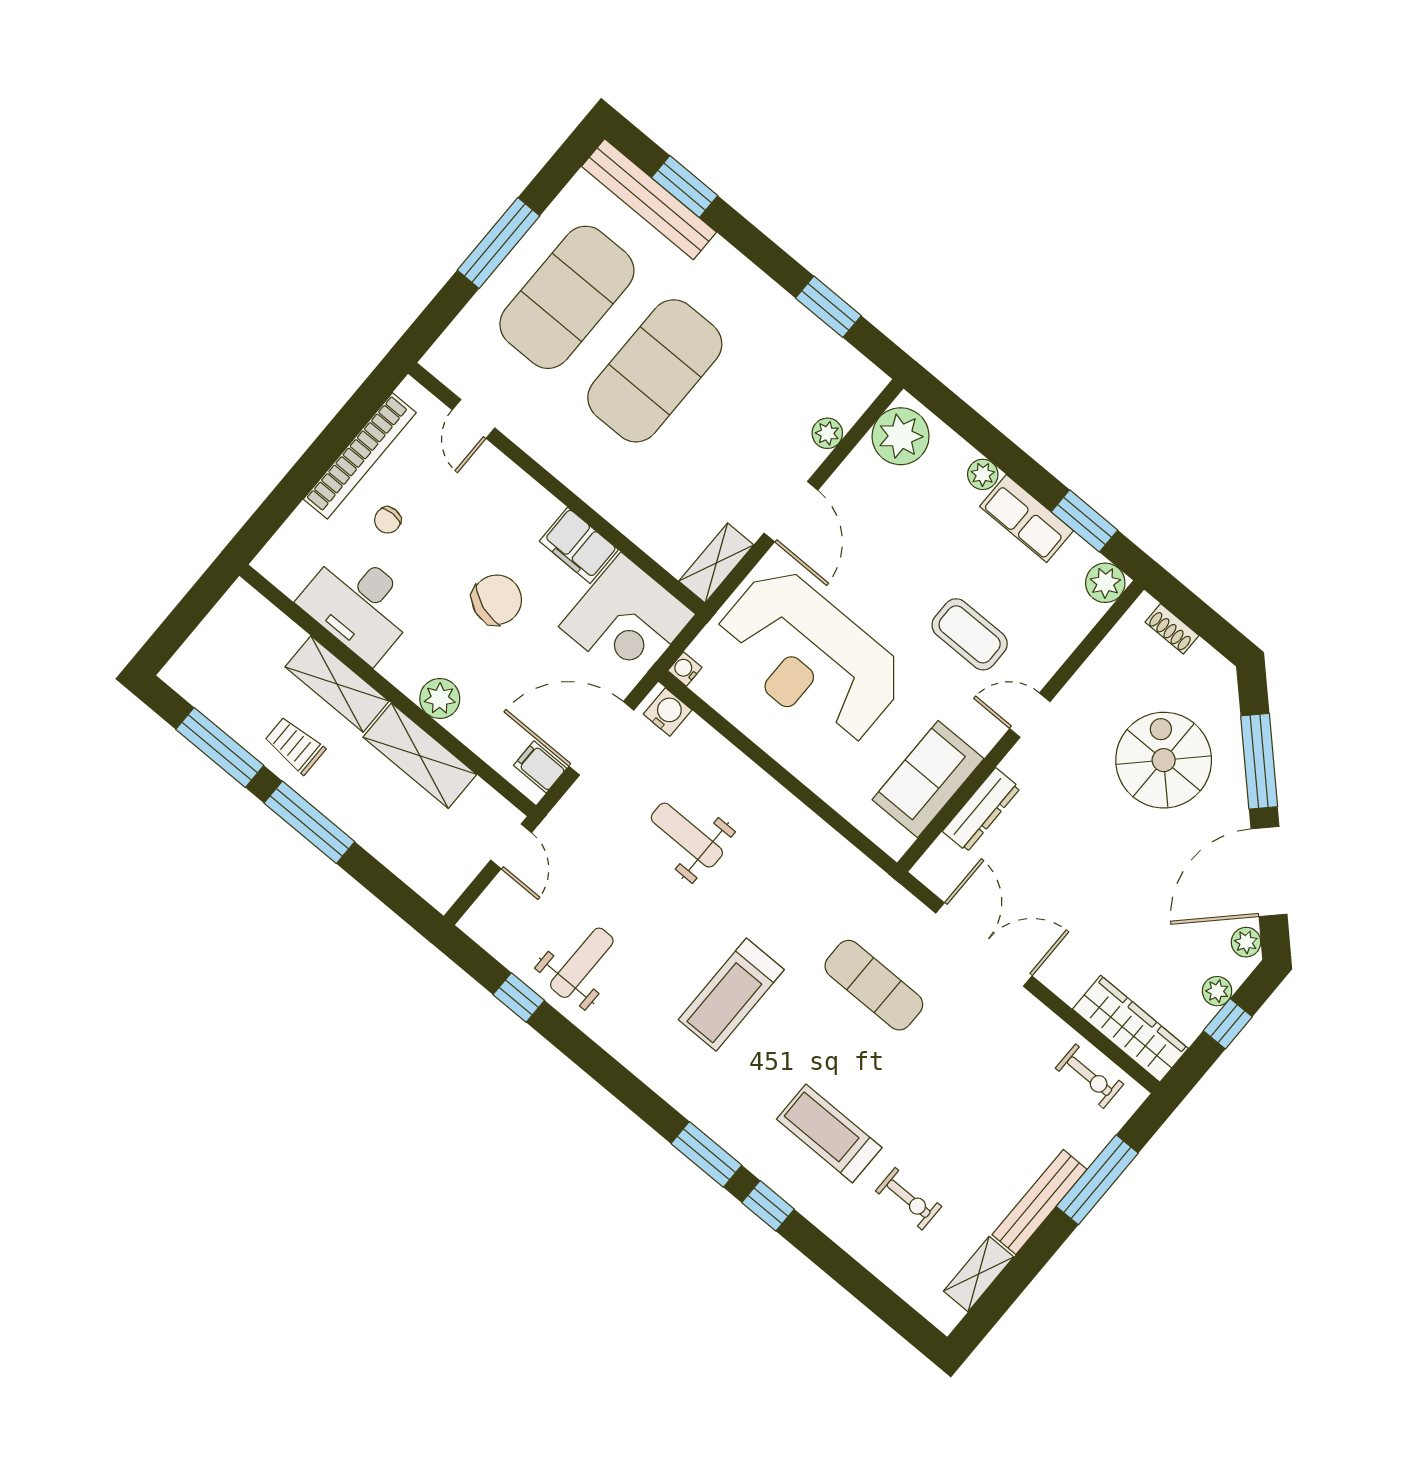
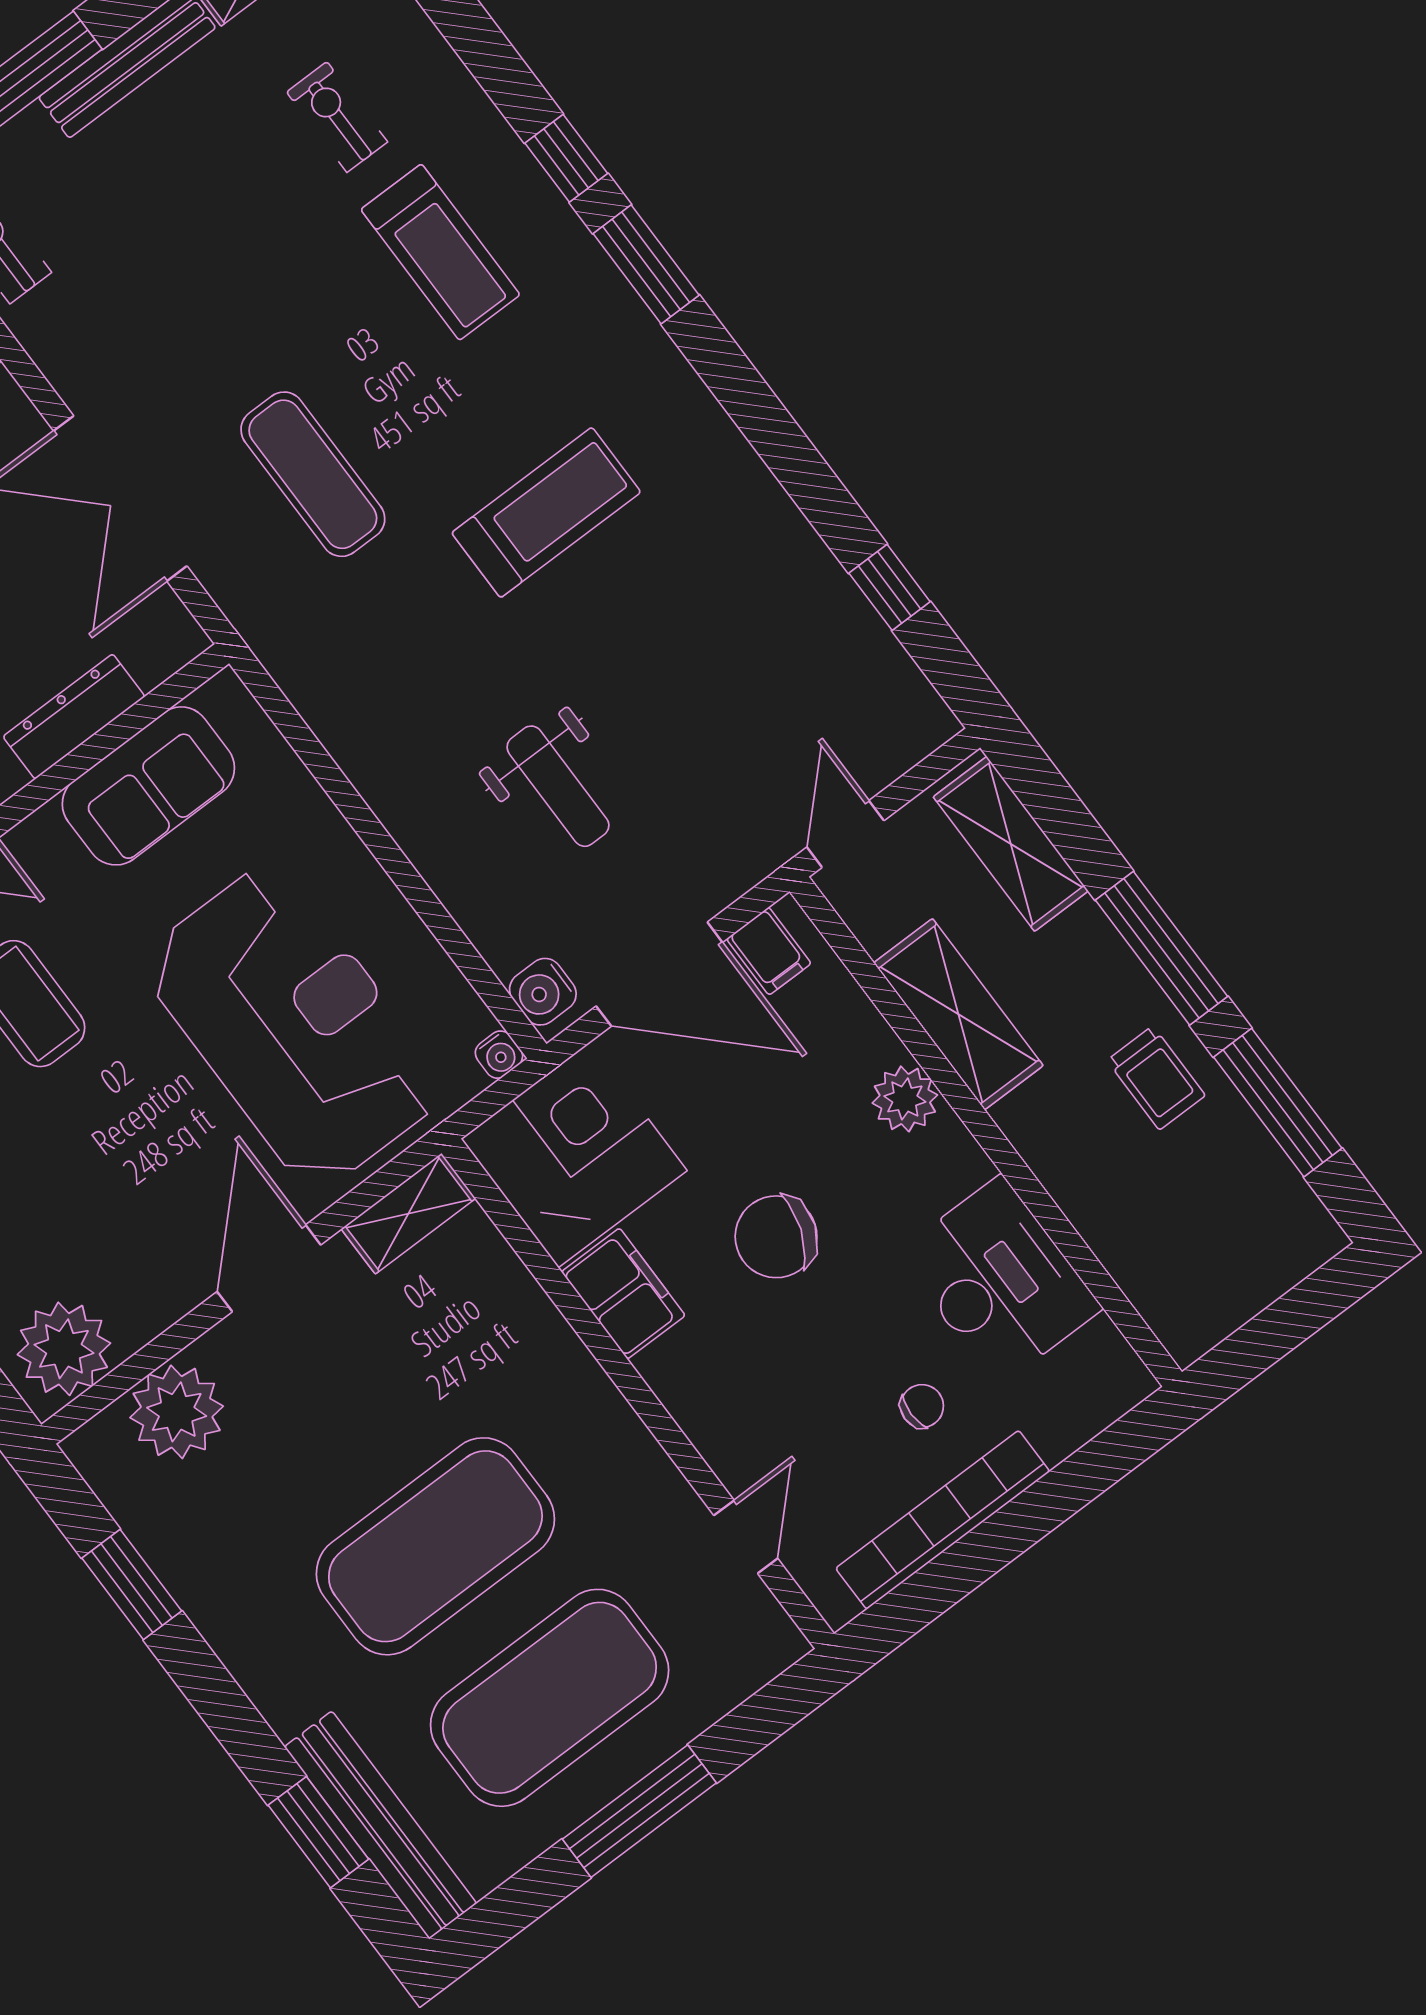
plant: (827, 433) -> (177, 1412), width x1.88, depth x1.88
shelving: (337, 684) -> (1011, 844), moved
weight bench: (582, 963) -> (775, 620), removed

